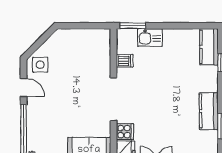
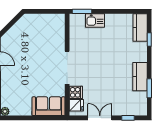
dishwasher: (125, 61) -> (76, 38), removed
side table: (40, 65) -> (11, 41), removed

